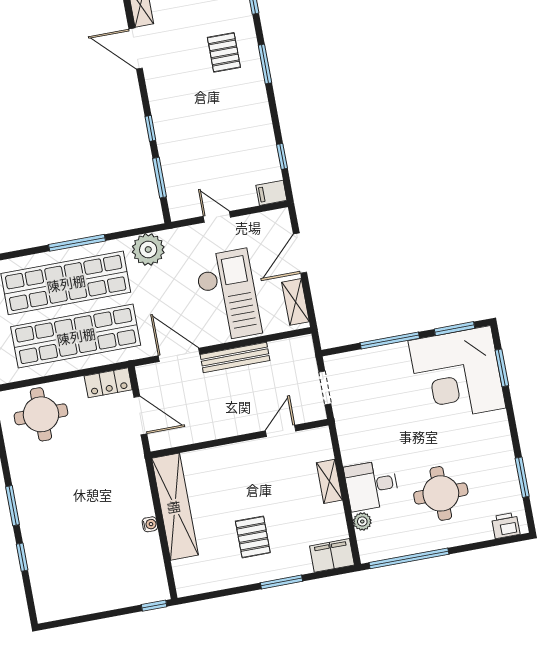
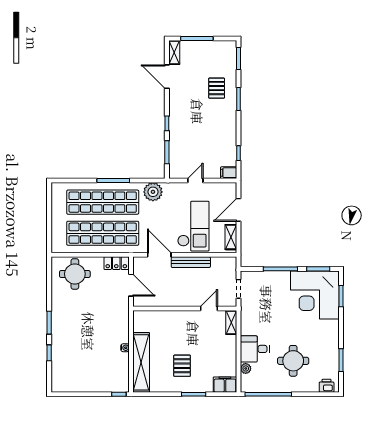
door: (217, 217) -> (195, 181), hinge flipped
shelving: (329, 481) -> (231, 322), moved
shelving: (175, 507) -> (141, 362), moved

